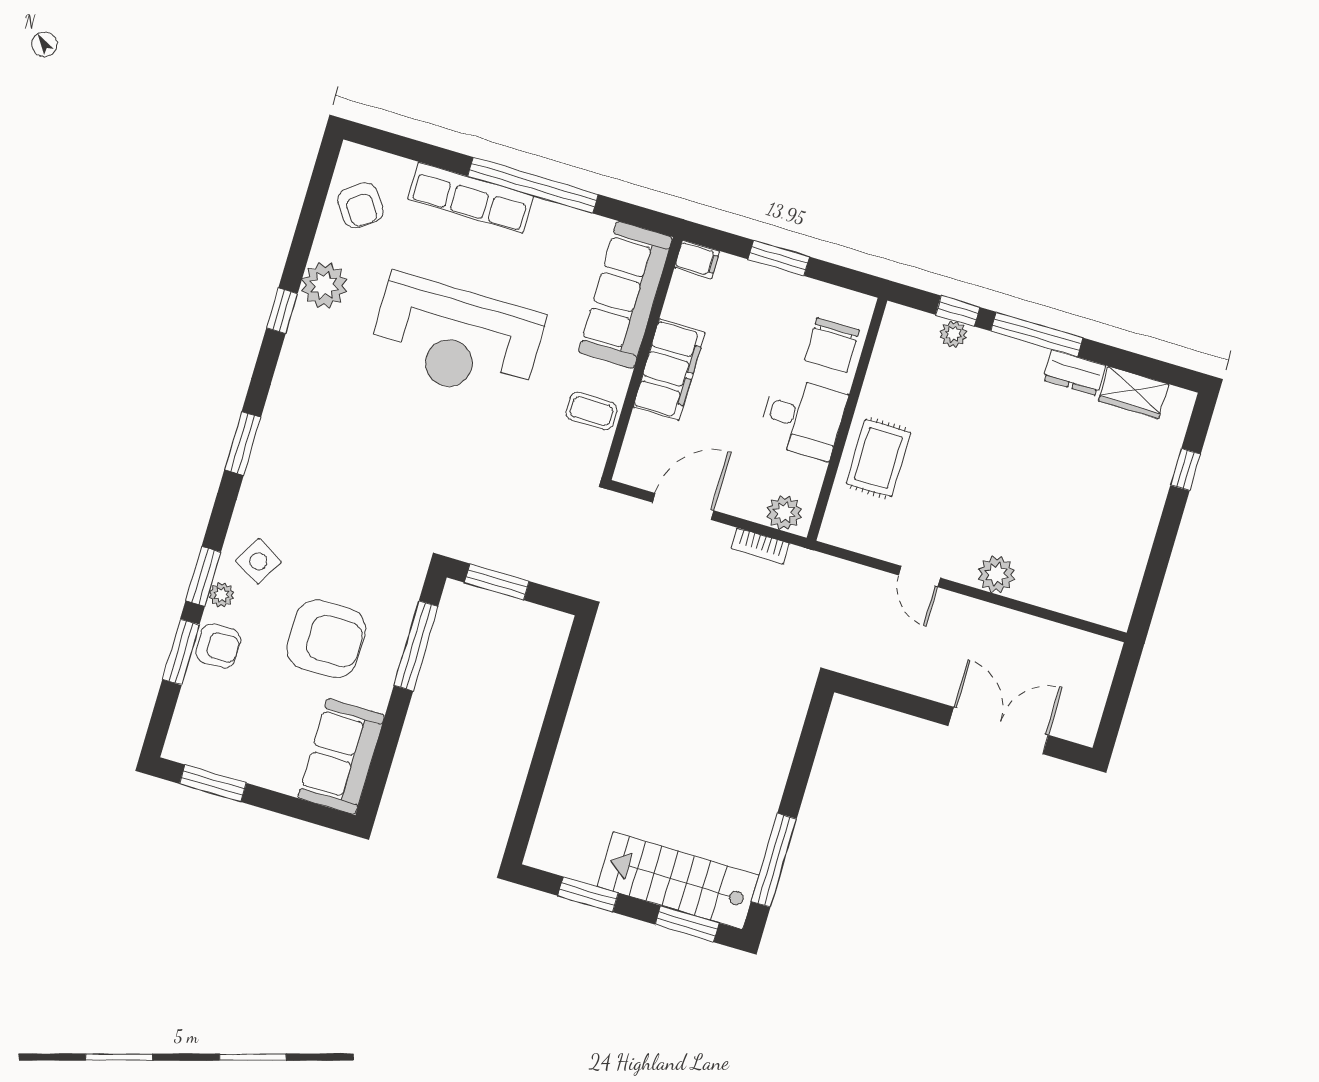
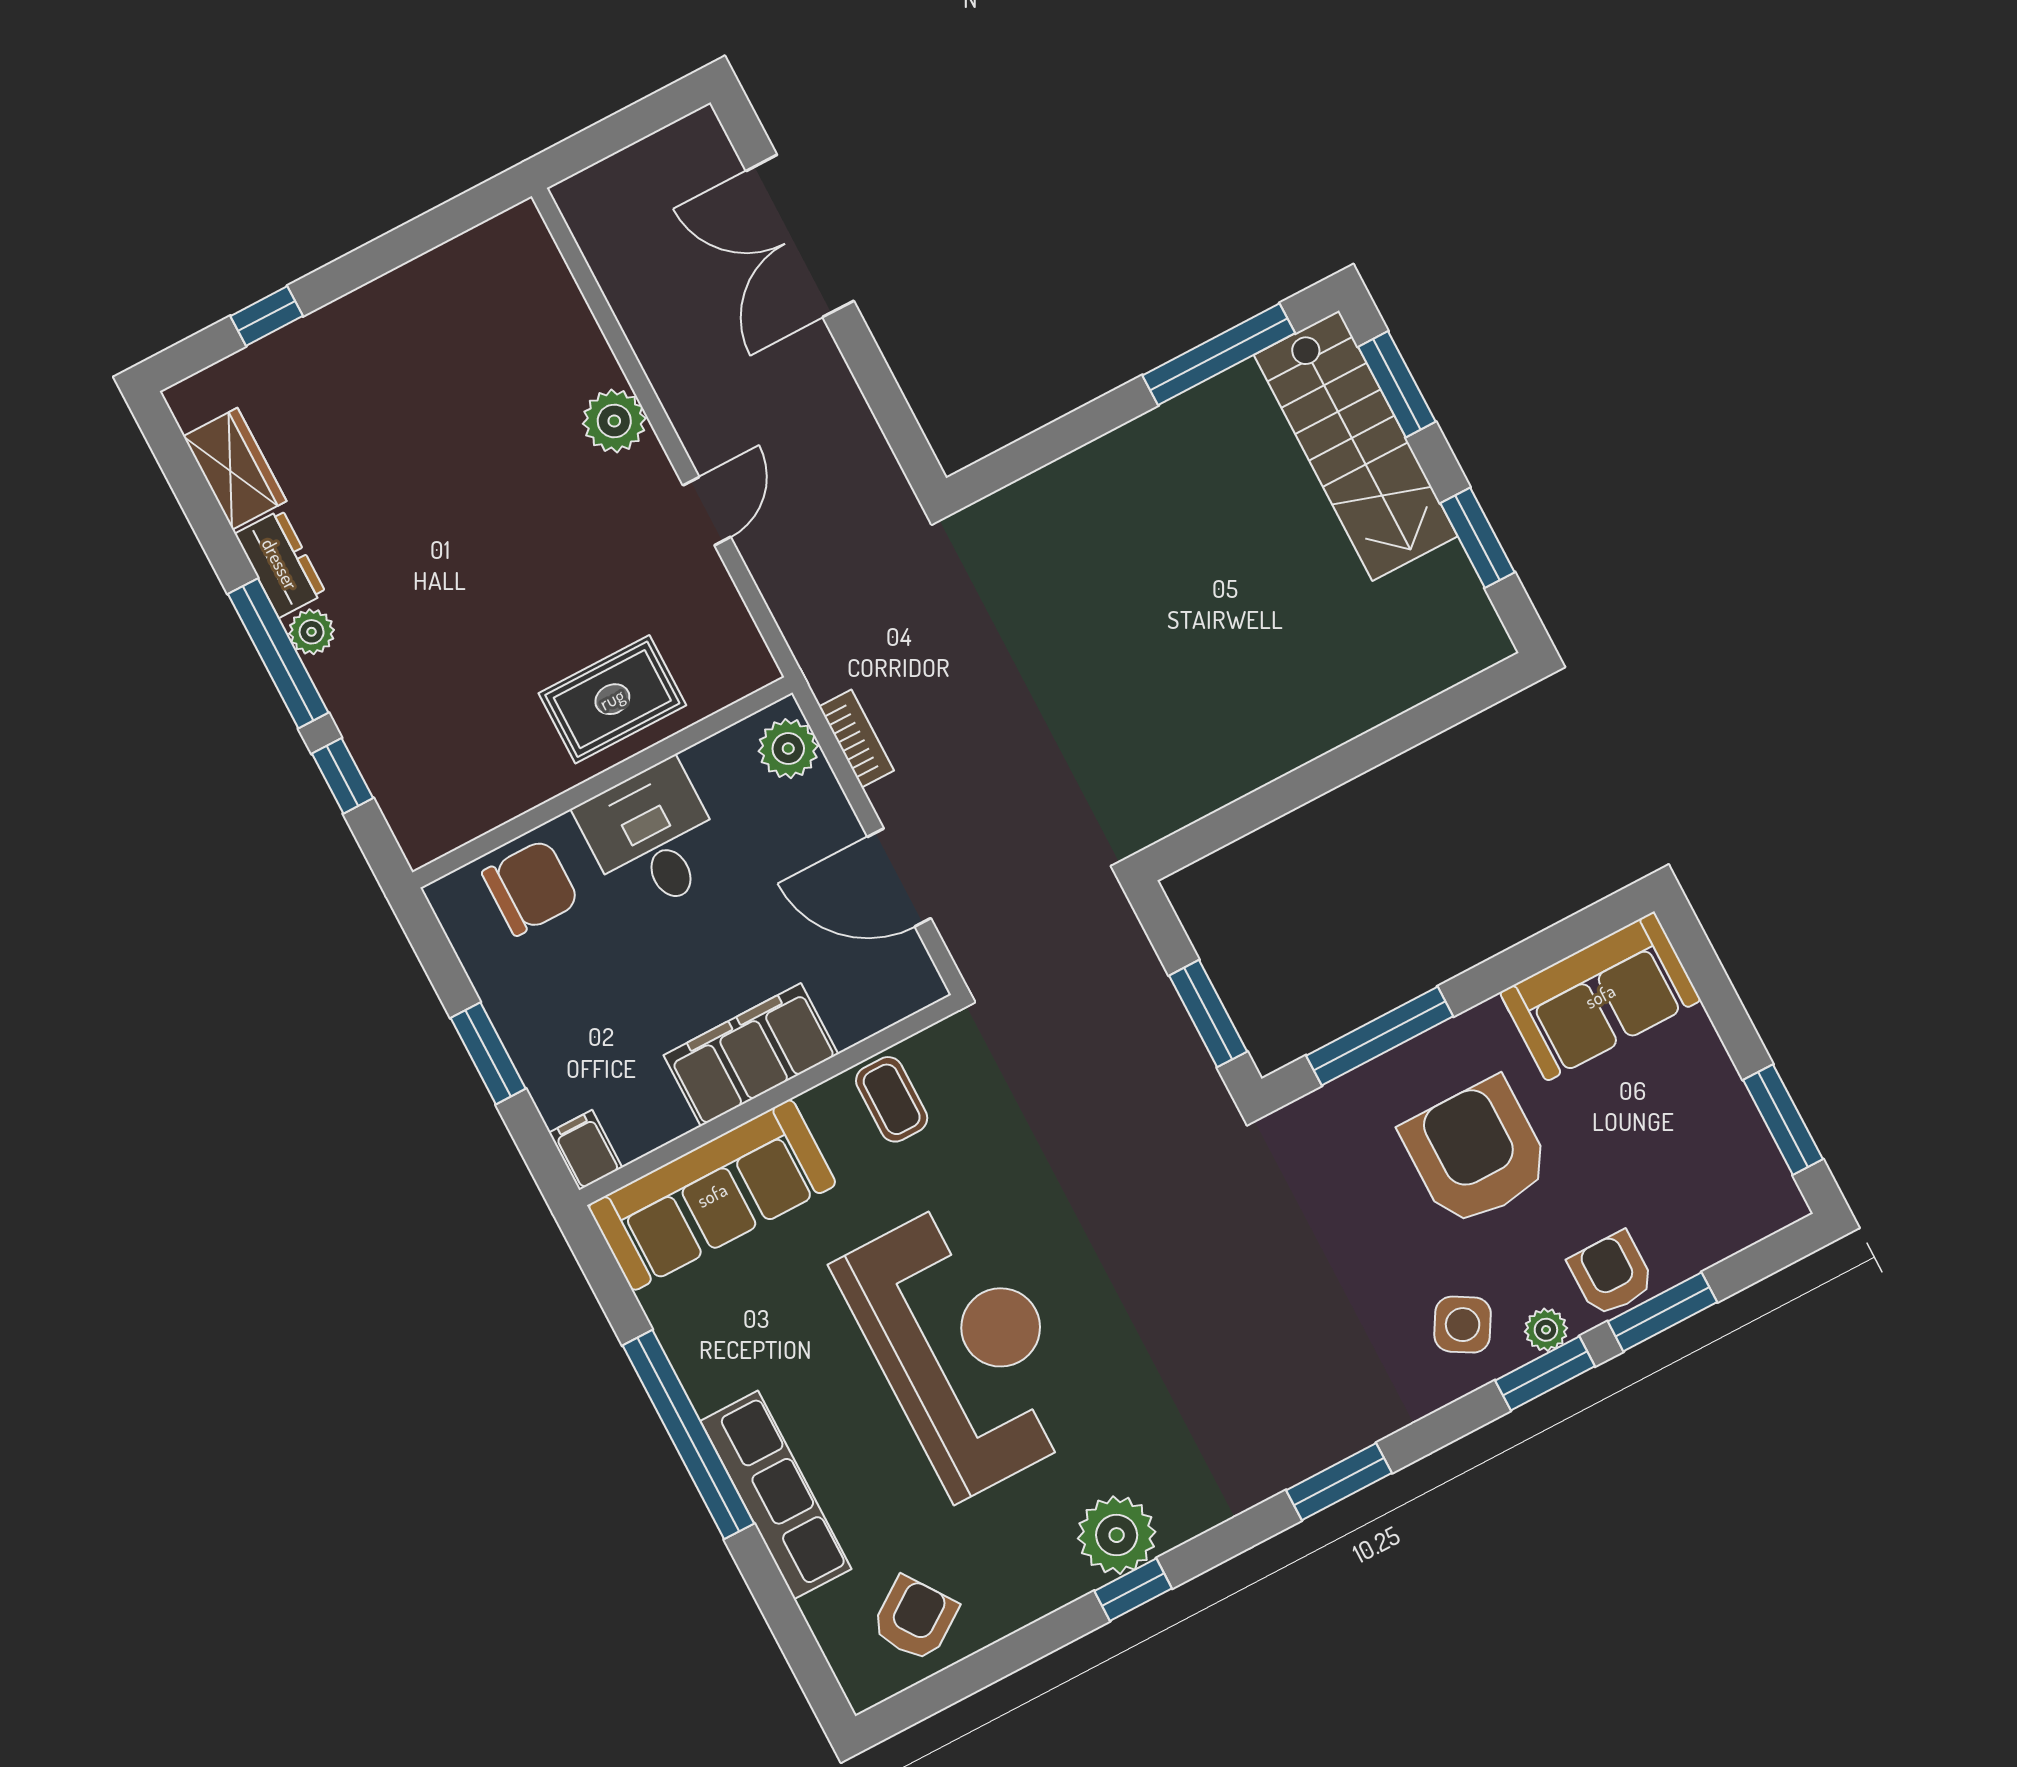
plant: (324, 285) -> (1117, 1535), moved
plant: (953, 334) -> (312, 632), moved

